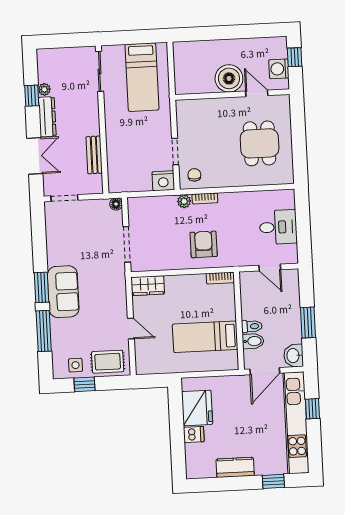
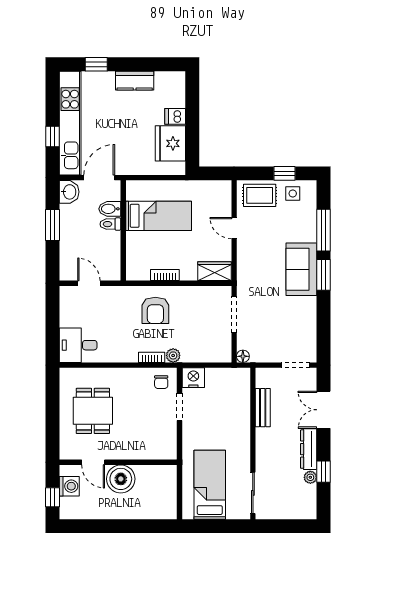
desk: (278, 227) -> (78, 345), moved
bookcase: (220, 278) -> (165, 275), moved

